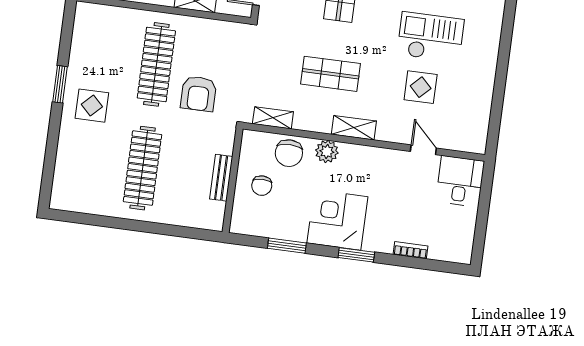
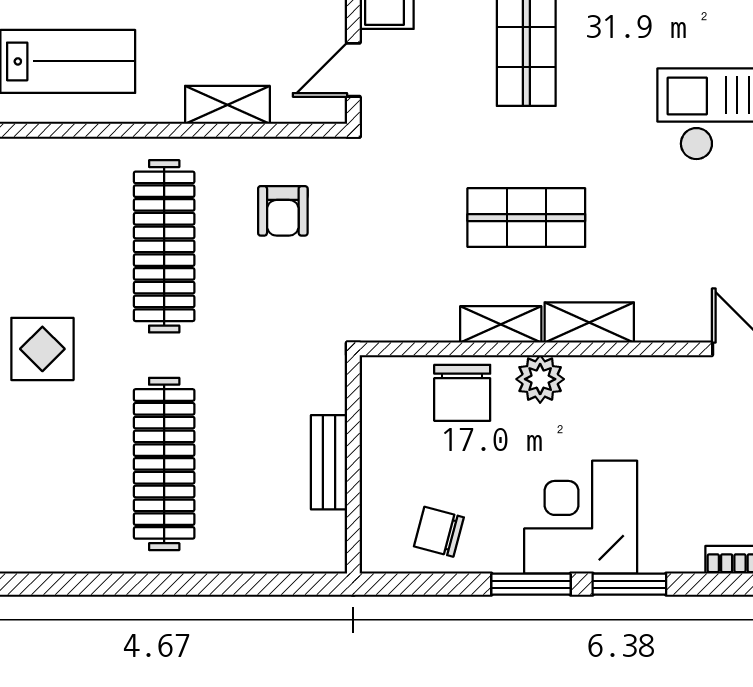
display table: (421, 87) -> (716, 220), removed
armchair: (198, 94) -> (283, 211), moved, width x0.72, depth x0.72
shelving: (273, 118) -> (501, 324), moved
chair: (262, 186) -> (439, 532), moved, turned 105
window: (287, 246) -> (531, 584), moved

